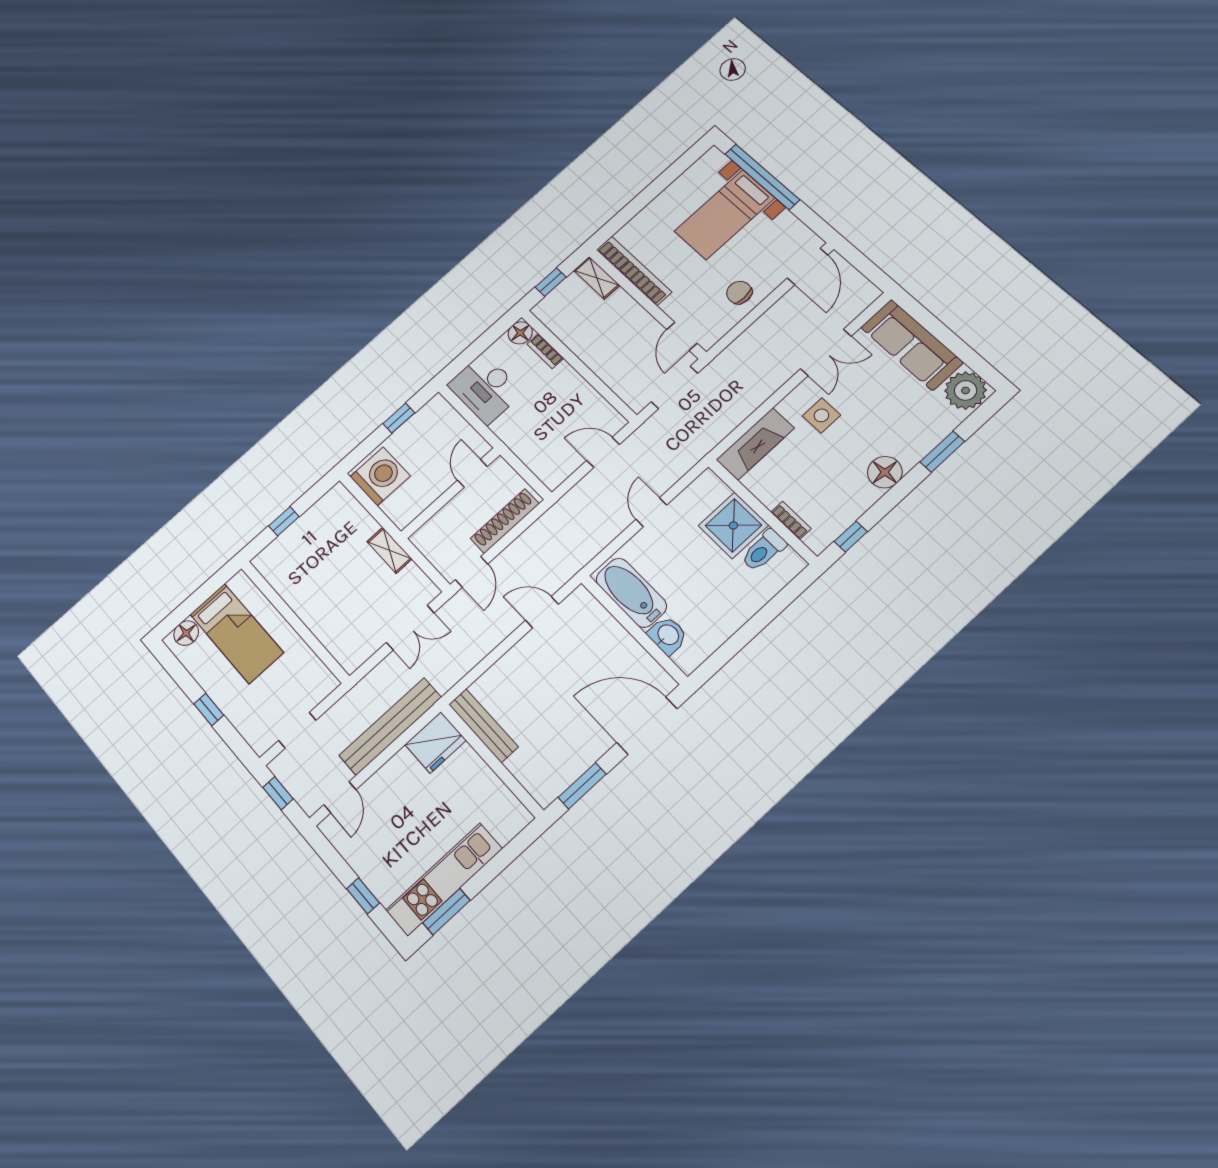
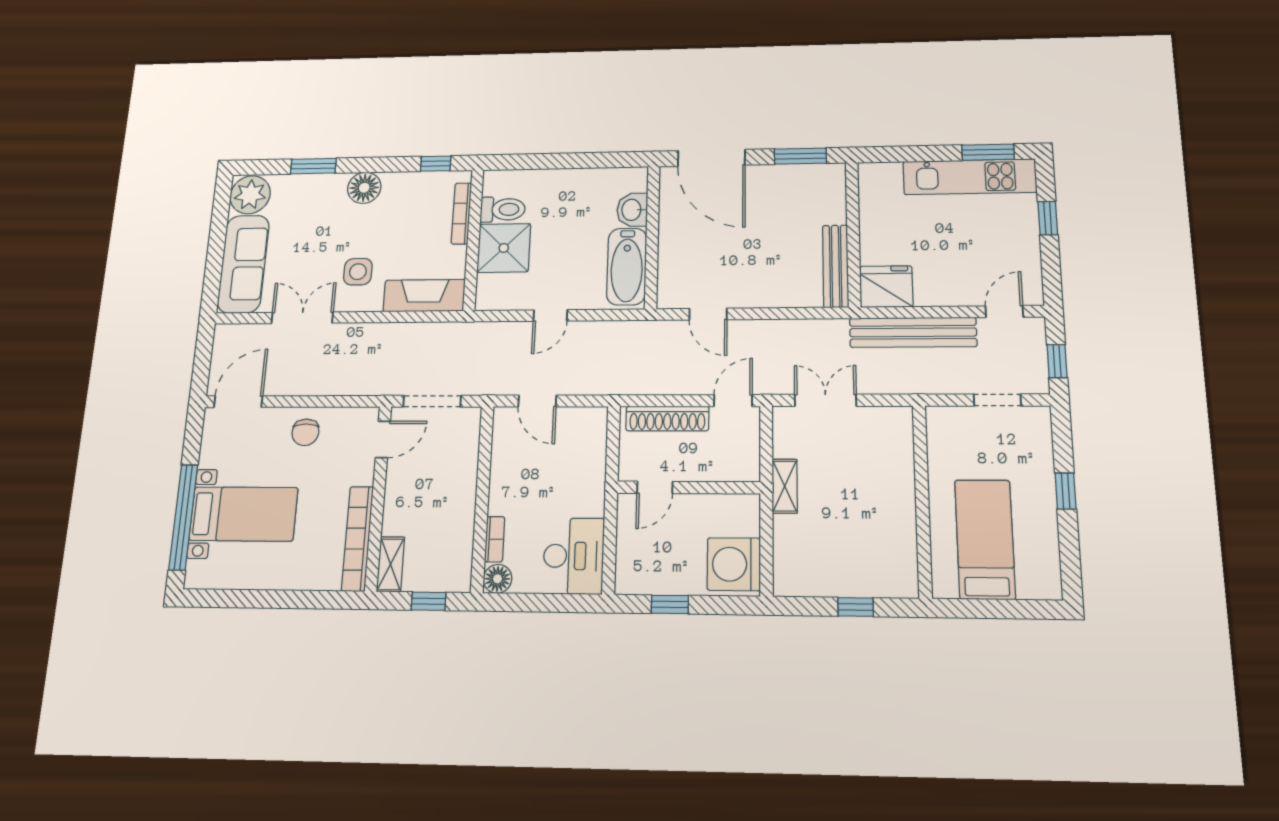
bookcase: (791, 520) -> (461, 213), width x1.56
floor lamp: (186, 633) -> (1033, 585), removed

